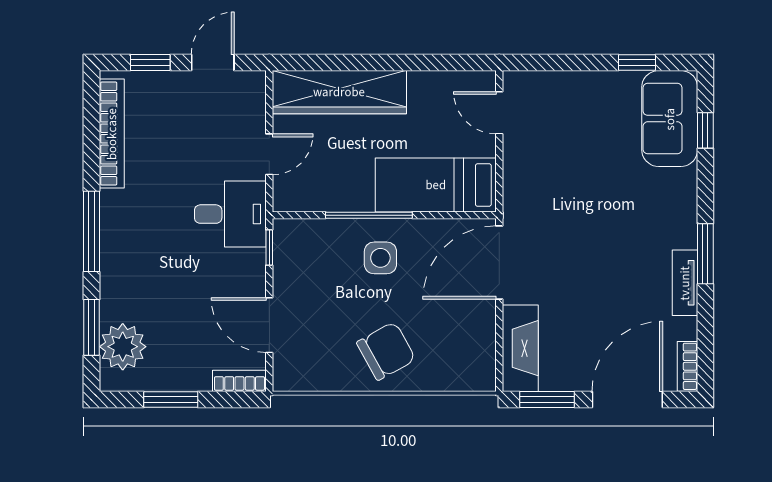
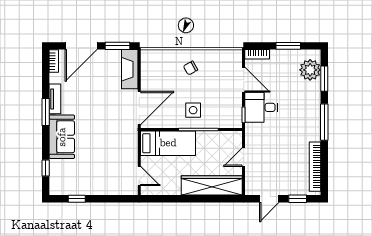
sofa: (670, 119) -> (62, 137), moved
desk: (230, 214) -> (261, 107), moved
chair: (386, 351) -> (191, 68), width x0.54, depth x0.54

